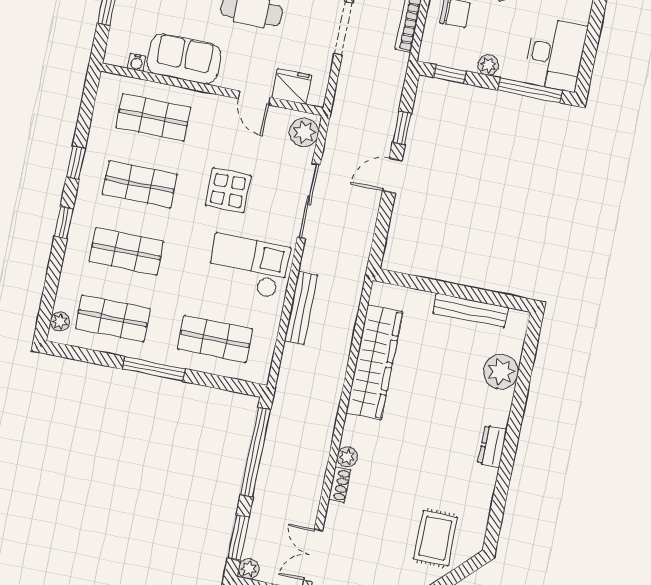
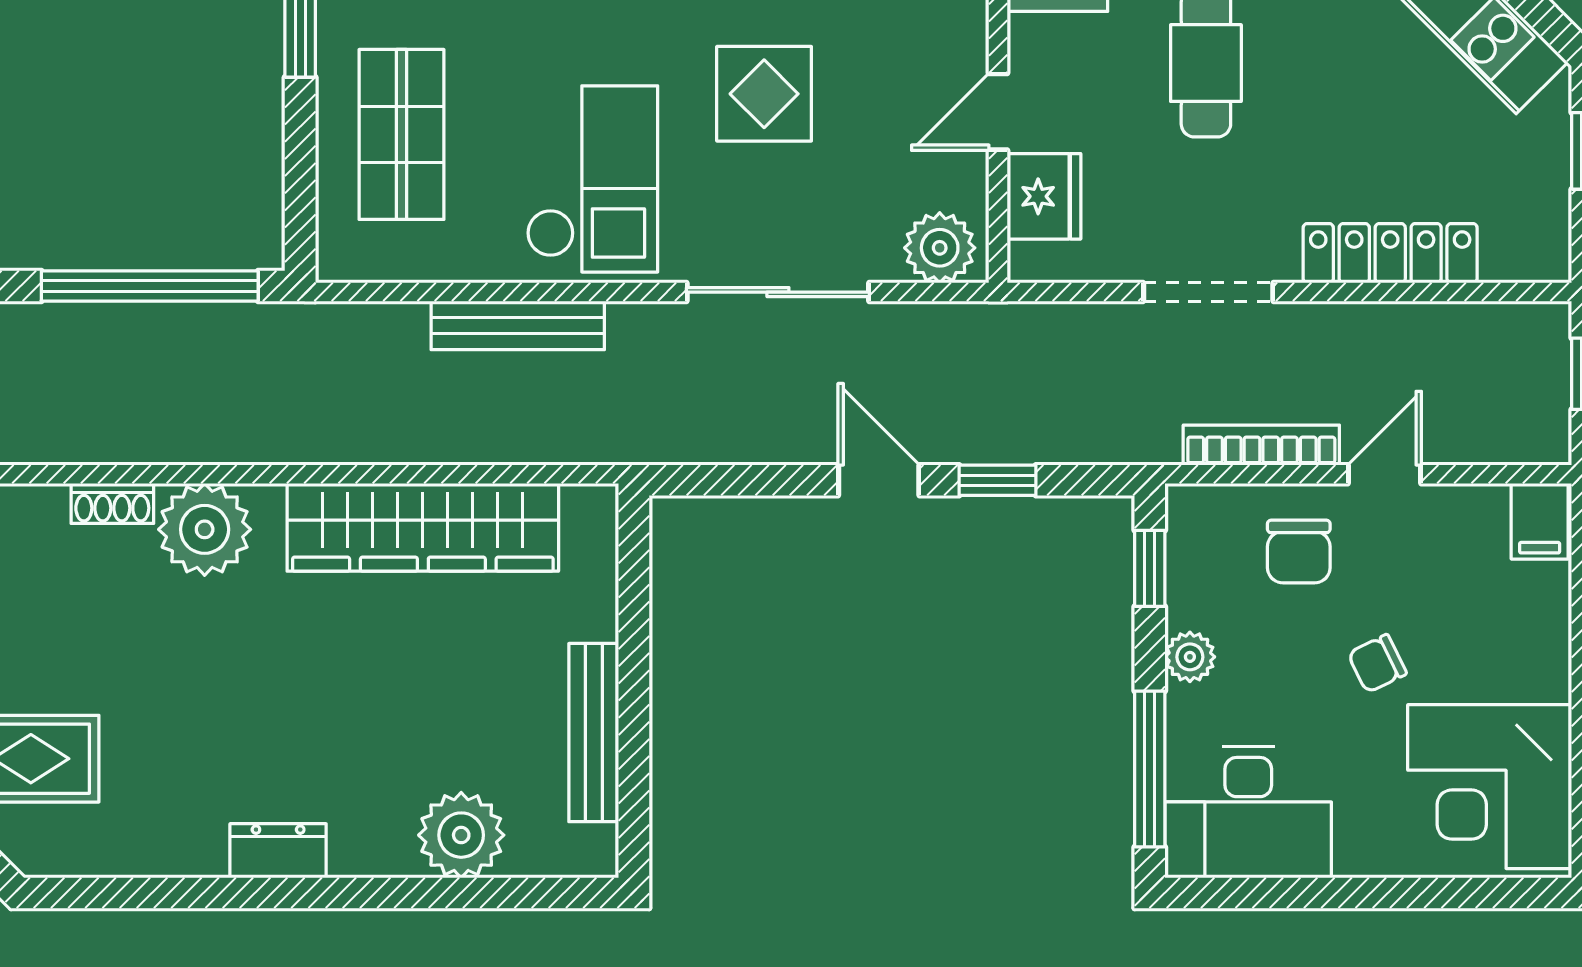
plant: (347, 457) -> (205, 529), width x1.88, depth x1.88

